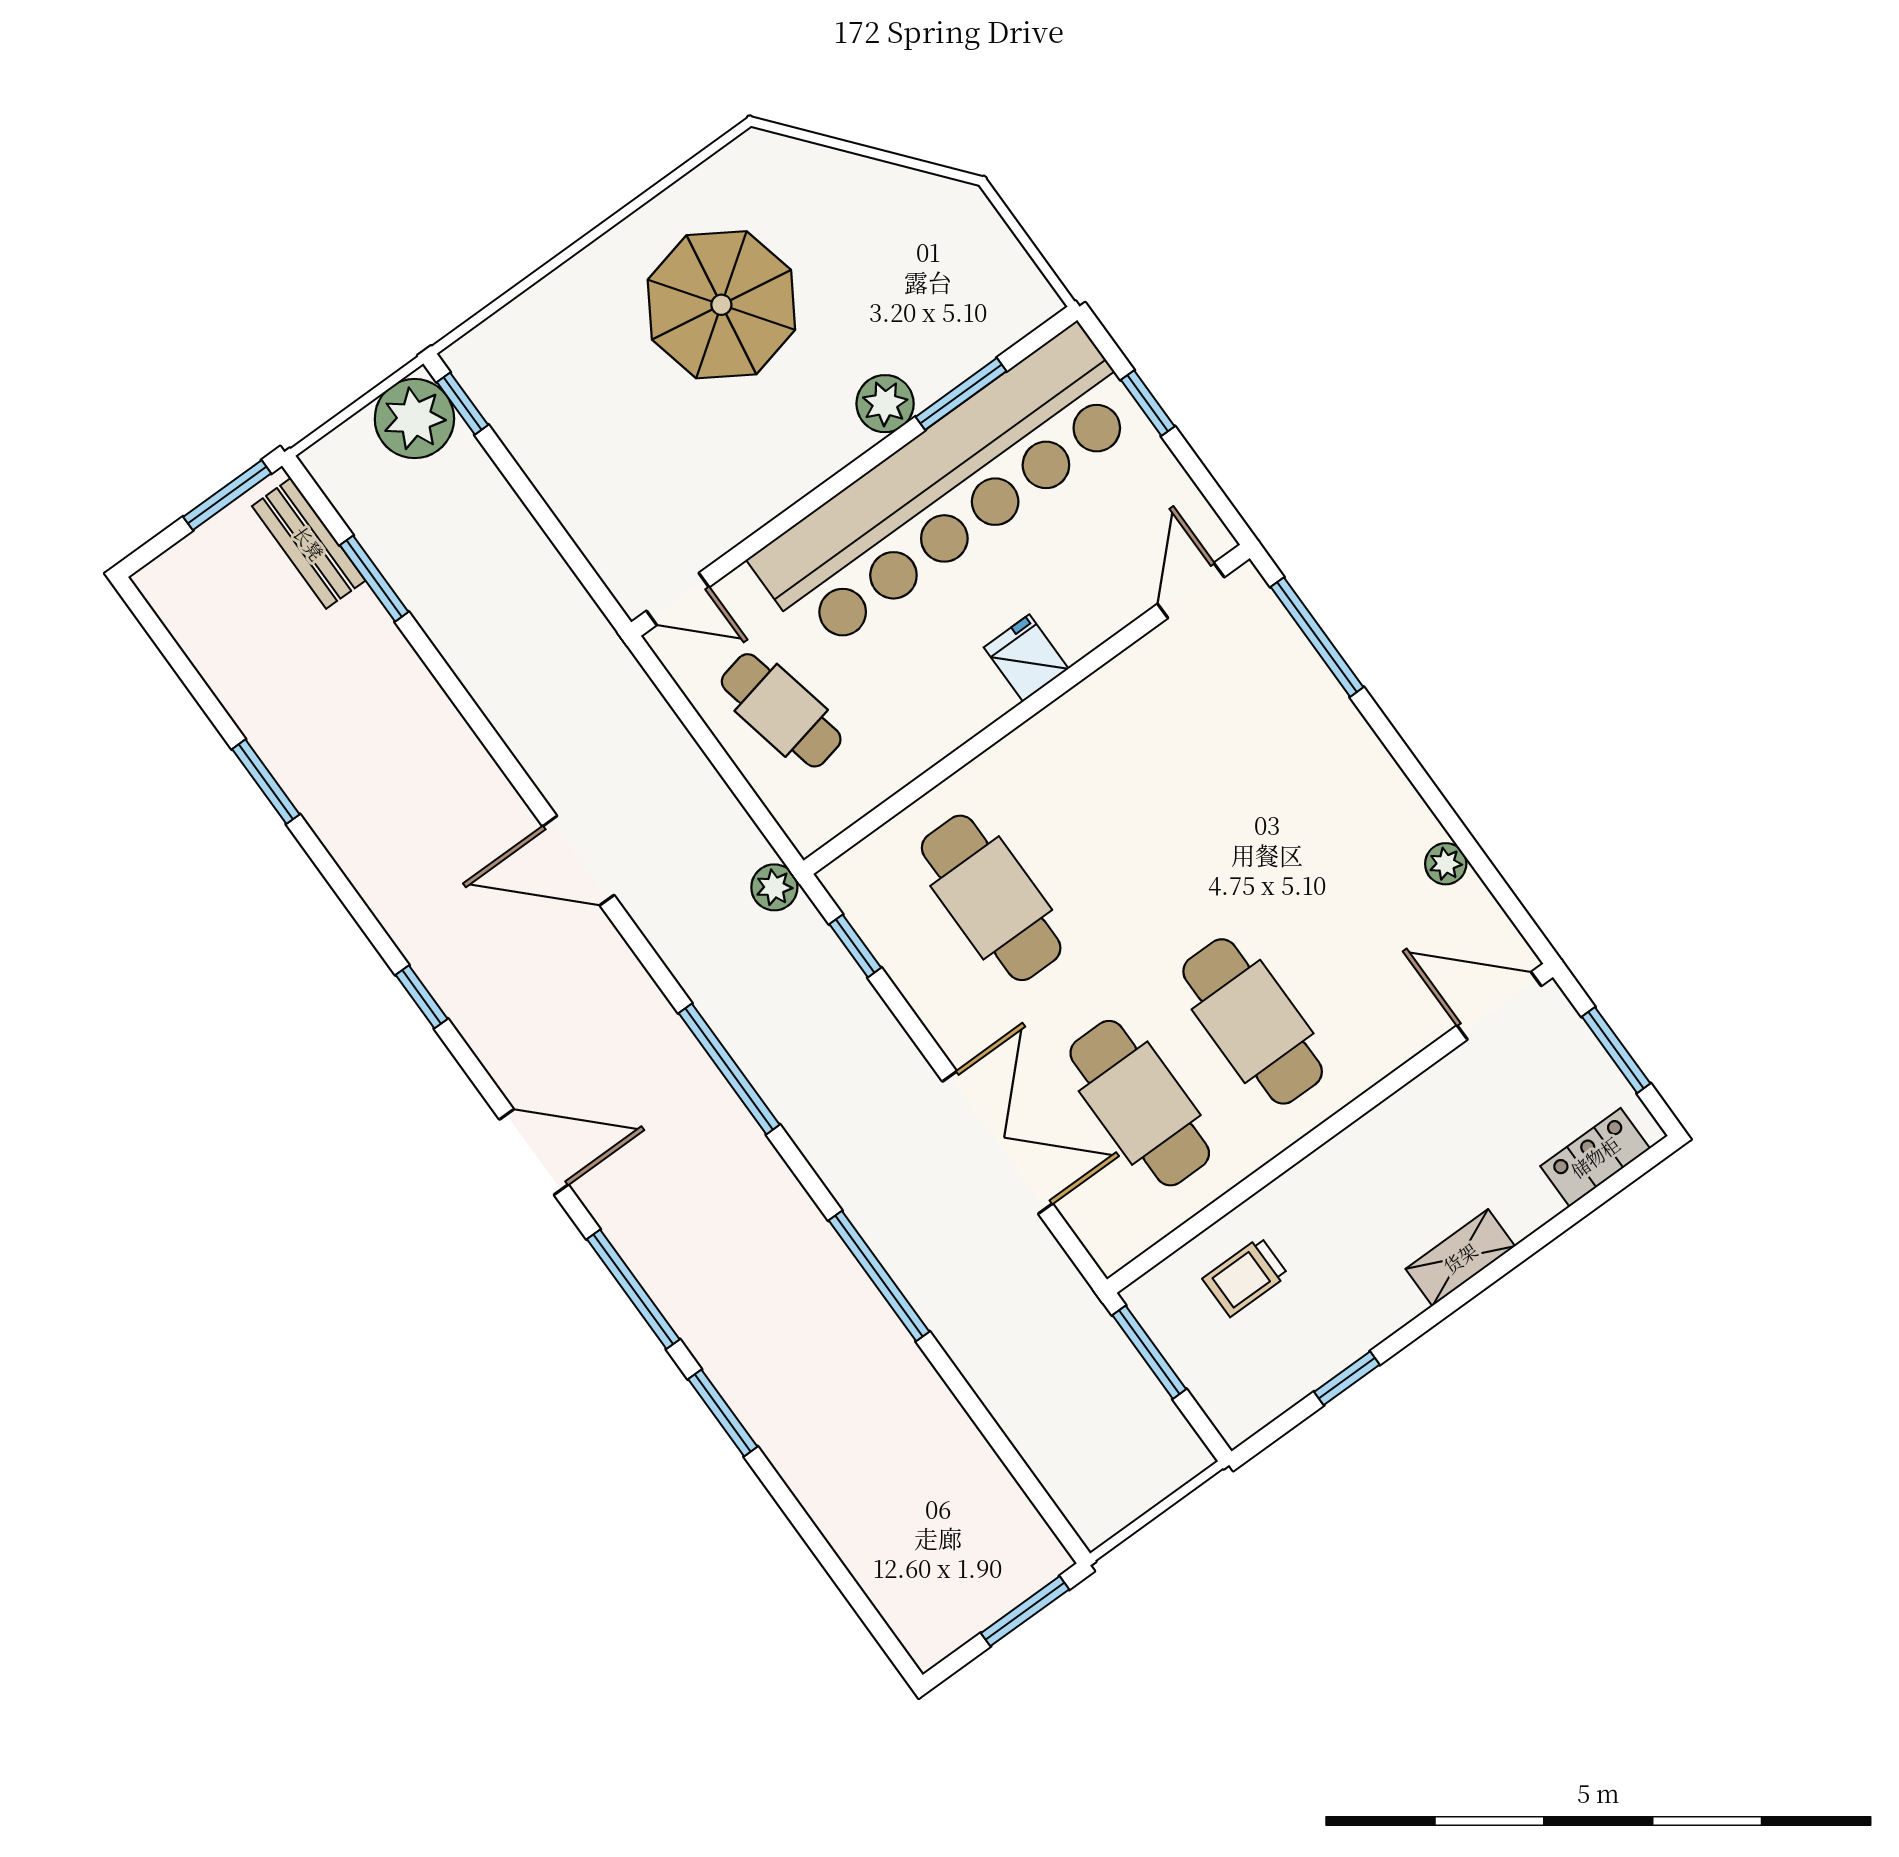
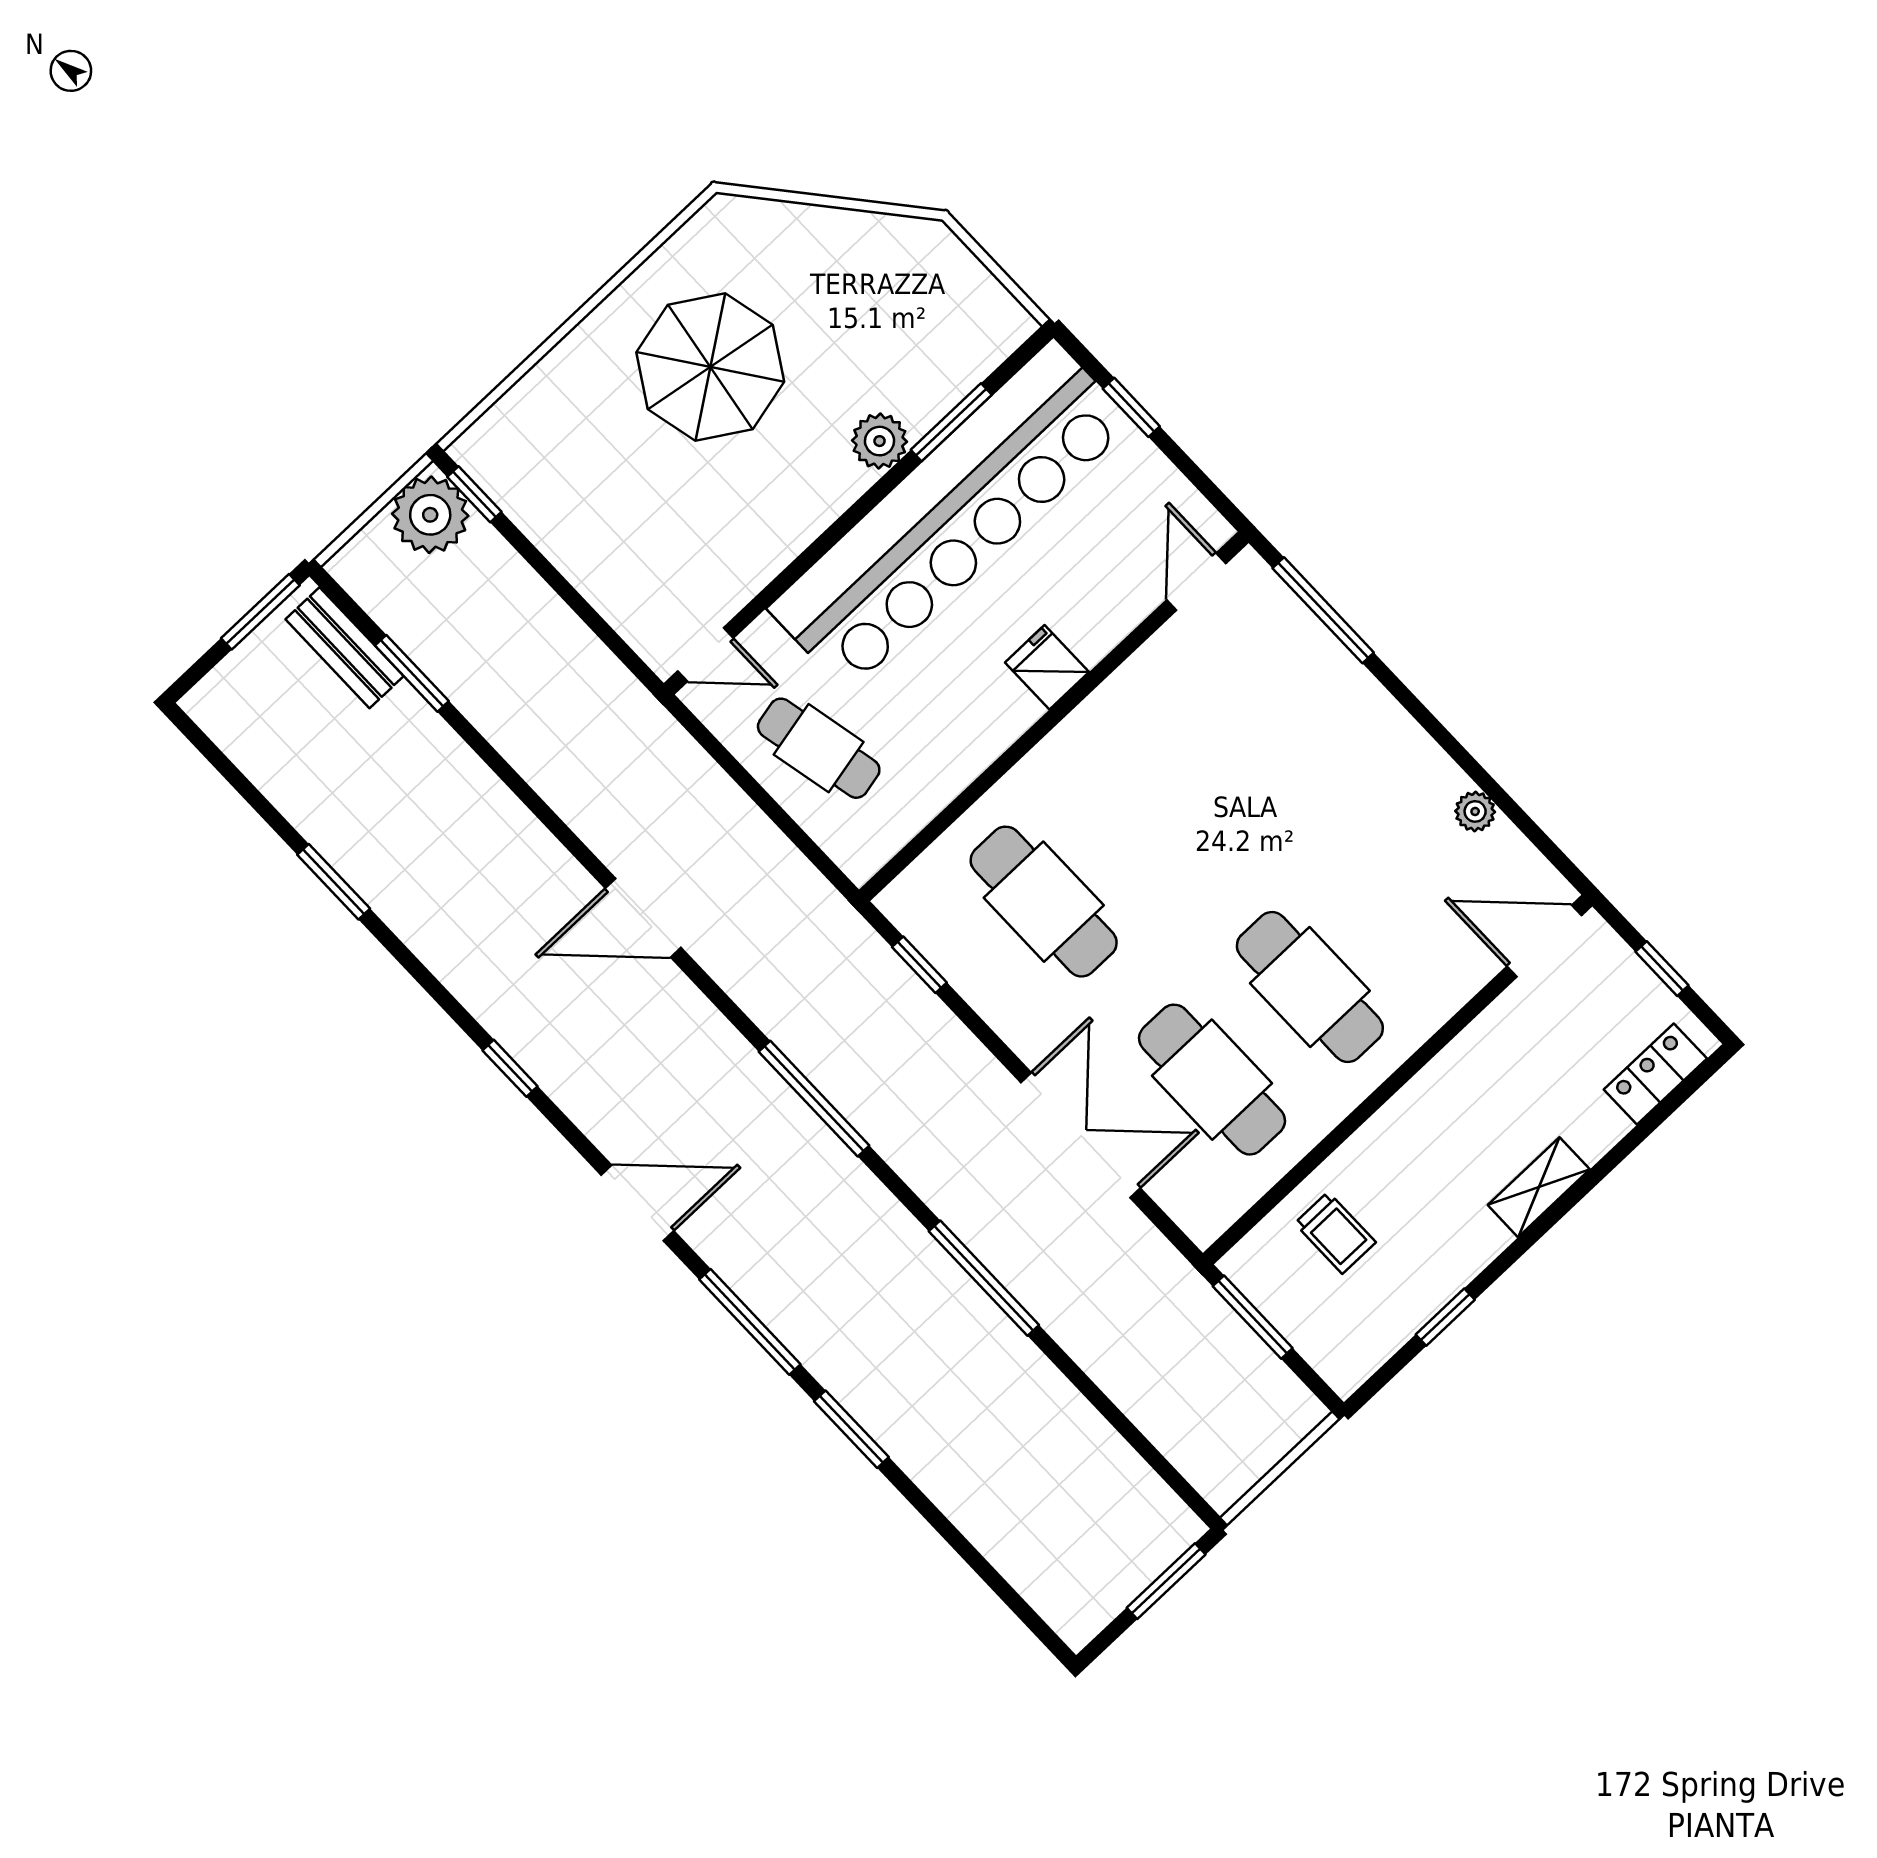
plant: (774, 887) -> (834, 919), removed
window: (1616, 1050) -> (1662, 969), width x0.67
trolley: (1245, 1277) -> (1335, 1233), turned -90

